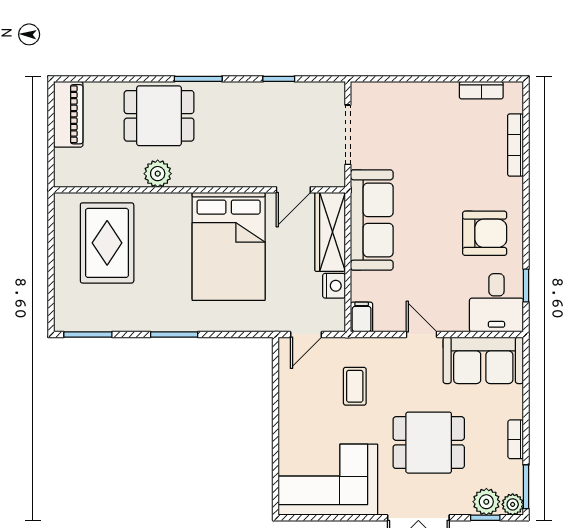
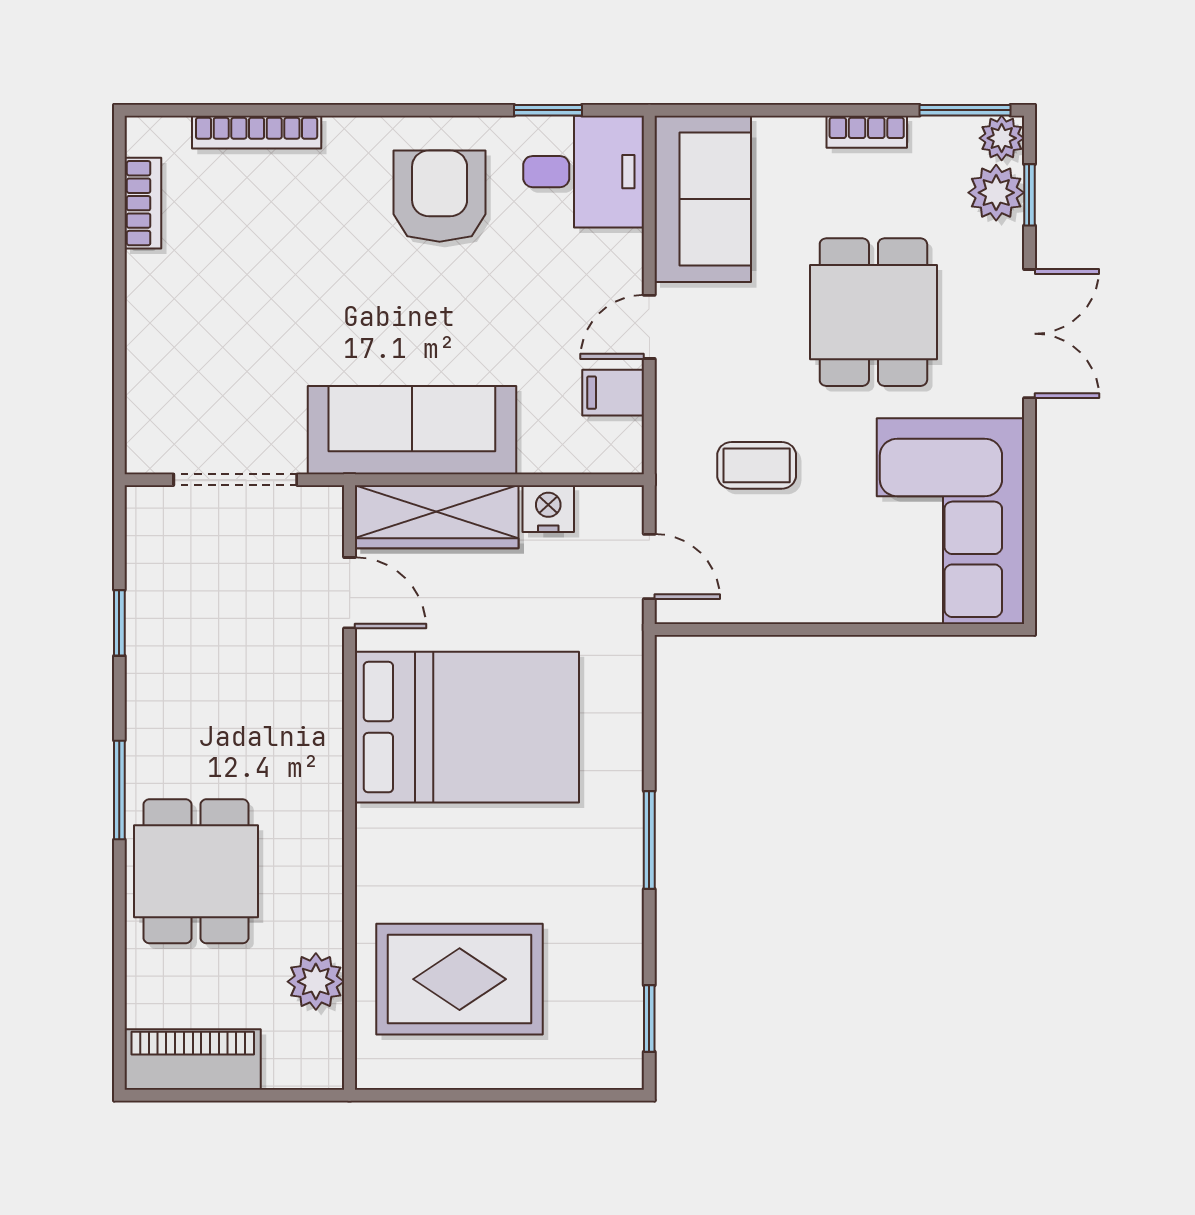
plant: (158, 174) -> (316, 982), moved
filing cabinet: (362, 317) -> (613, 393), moved
window: (88, 334) -> (649, 1019), width x0.67

